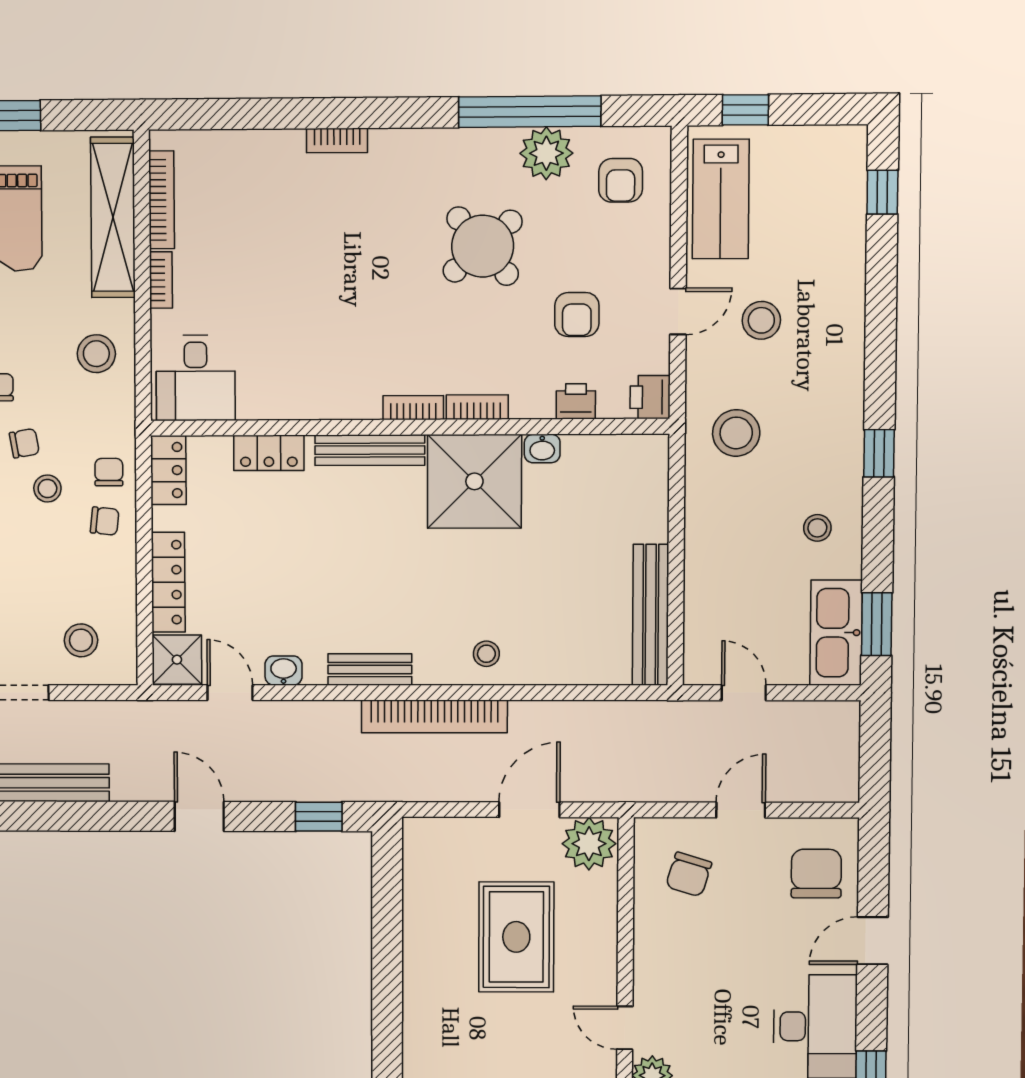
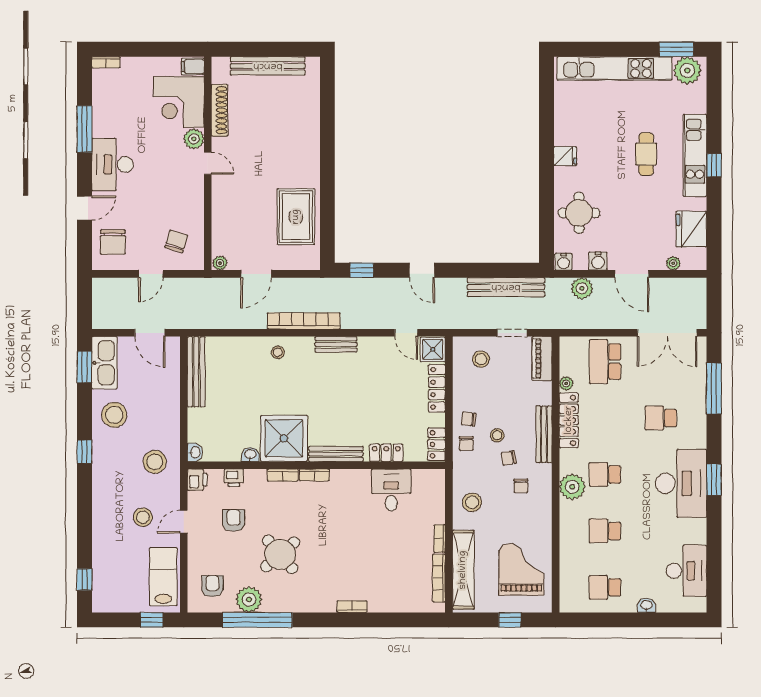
desk: (196, 378) -> (391, 490), moved
stool: (817, 528) -> (114, 415), width x1.89, depth x1.89
washbasin: (284, 671) -> (195, 452), moved, turned -90
door: (744, 693) -> (150, 333), width x1.38
plant: (589, 844) -> (220, 263), width x0.53, depth x0.53
rug: (516, 937) -> (296, 217), moved

